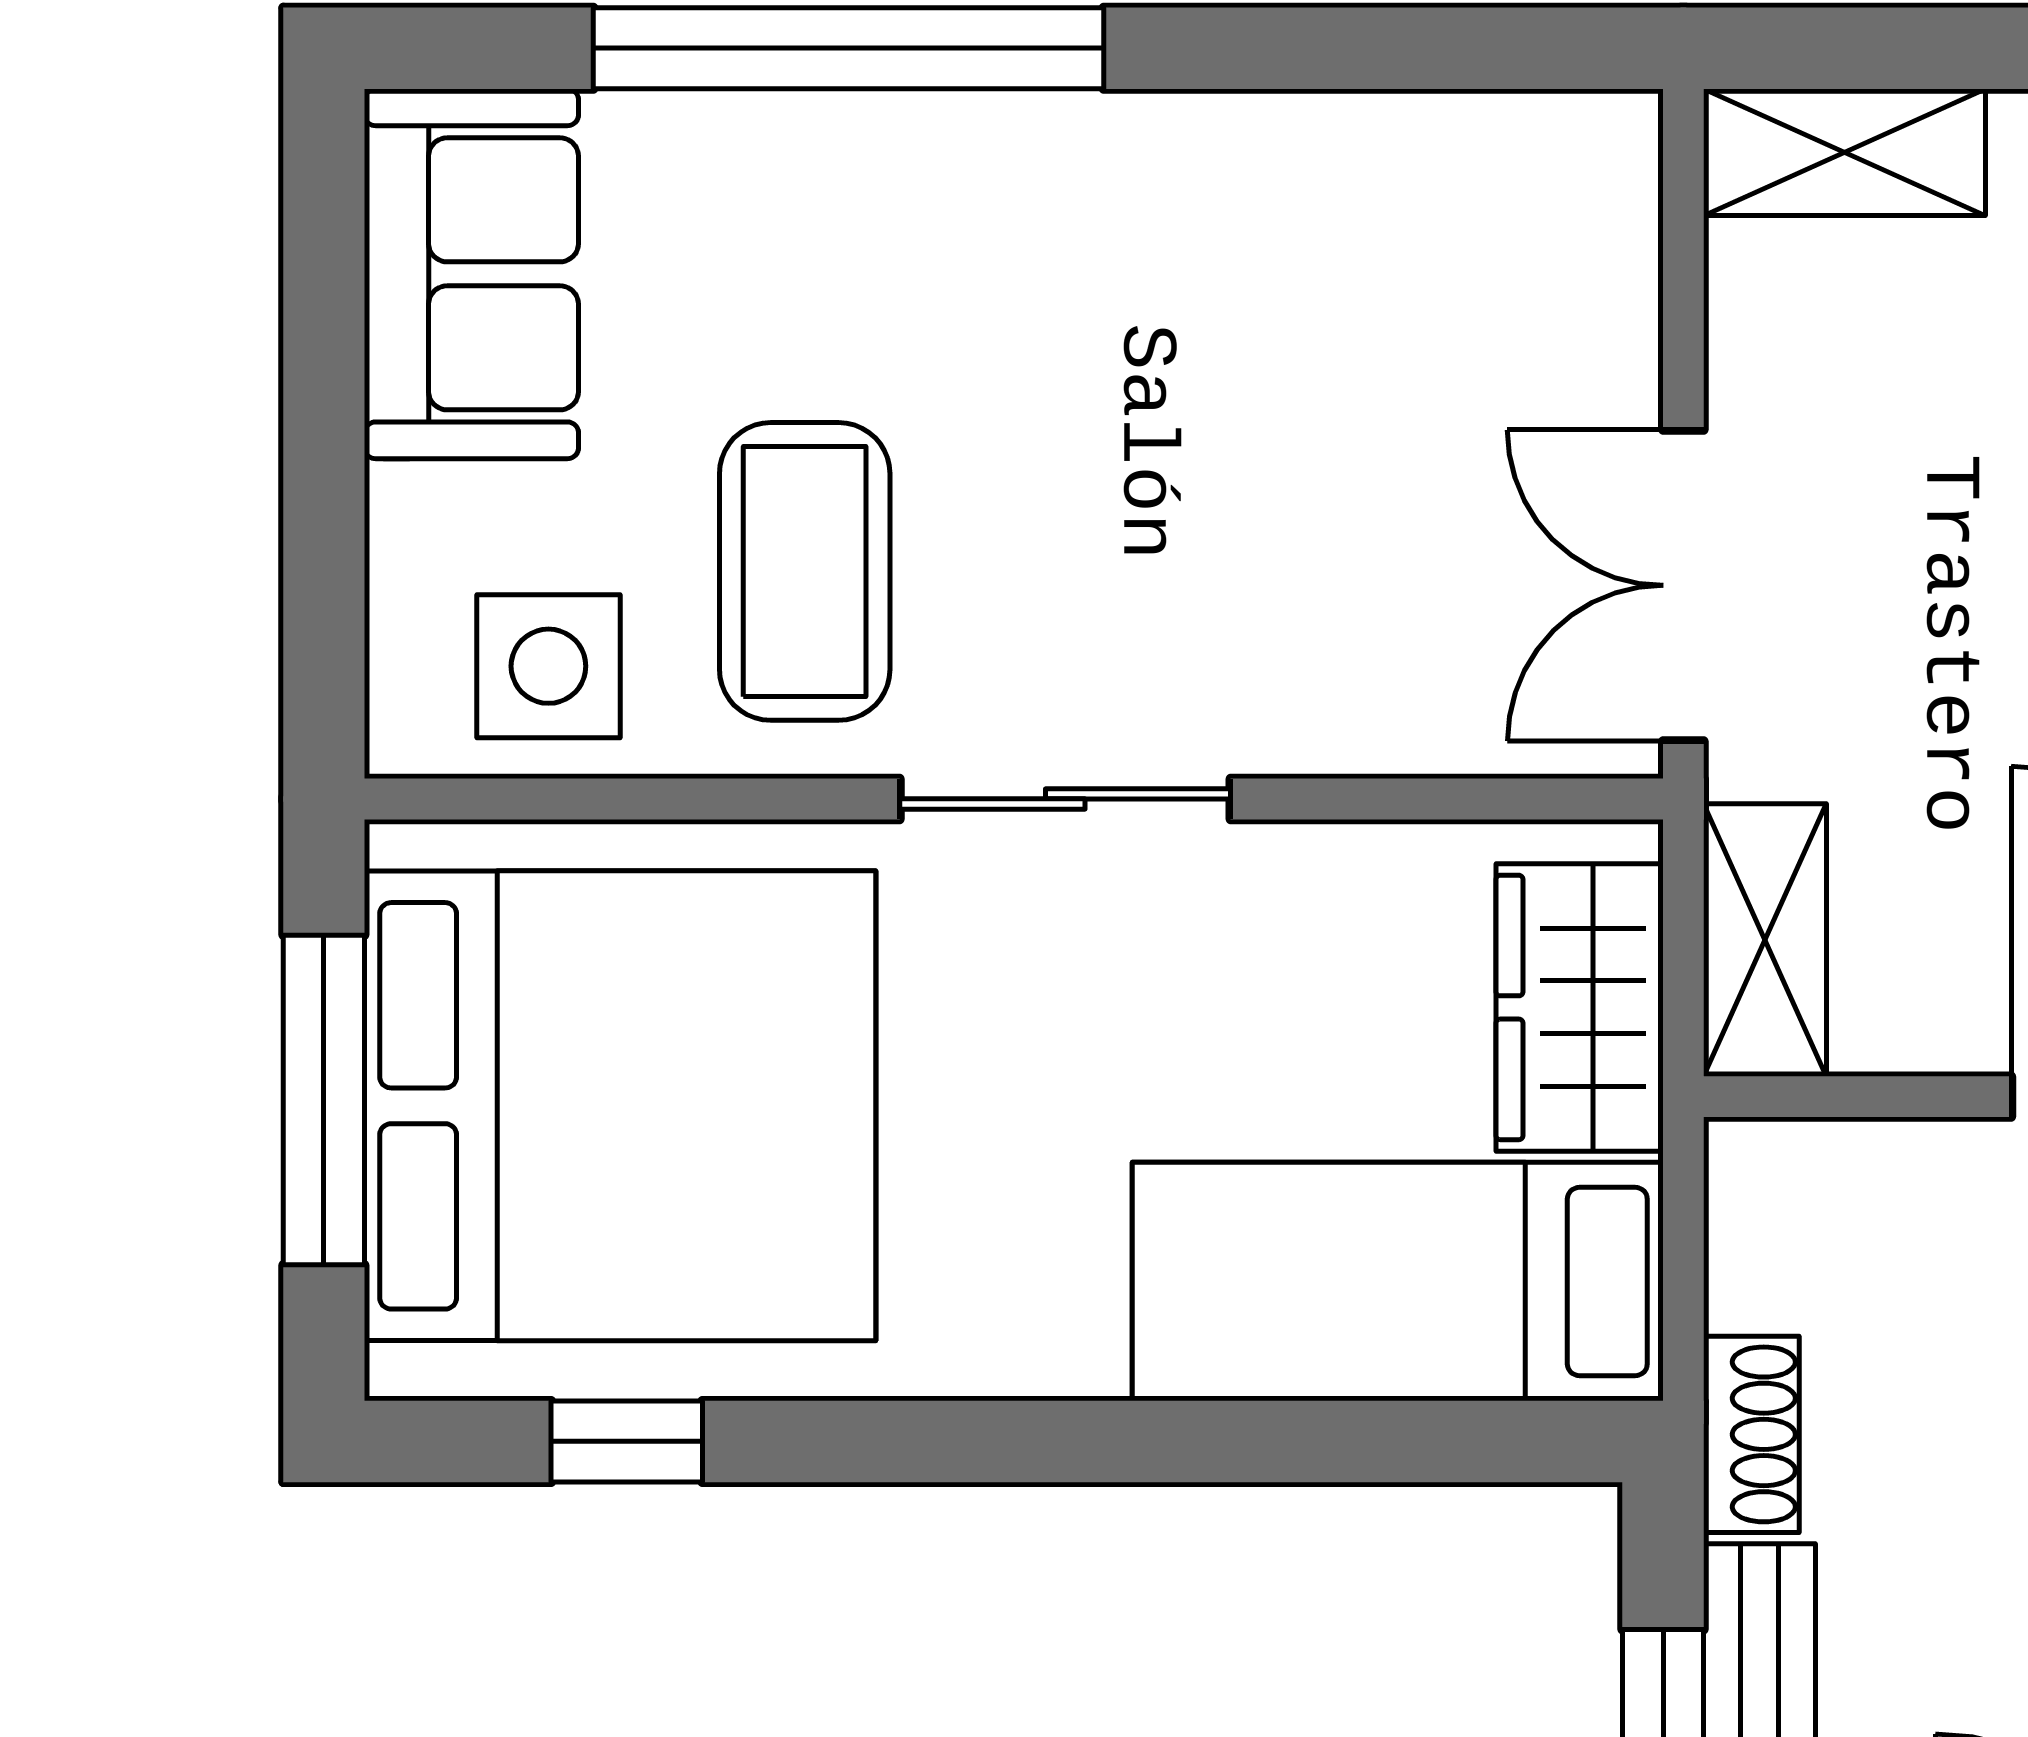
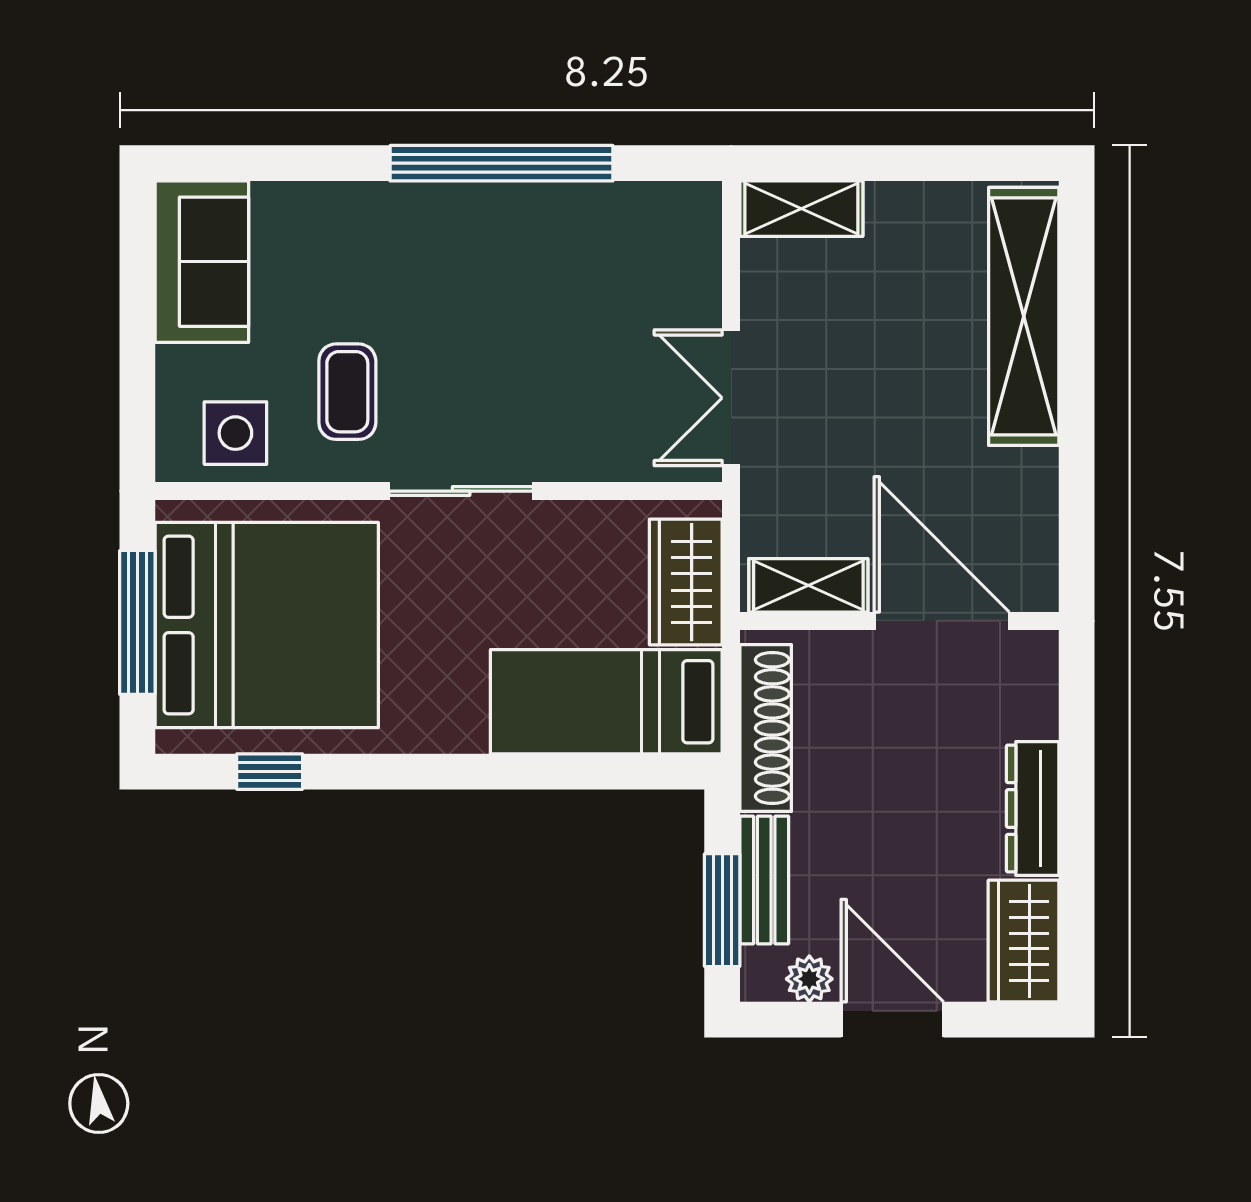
window: (848, 48) -> (502, 163), moved
coffee table: (805, 571) -> (347, 392), width x0.73, depth x0.77
shelving: (1765, 940) -> (808, 585), moved, turned 90
shoe rack: (1751, 1434) -> (766, 728), width x1.94, depth x1.24

